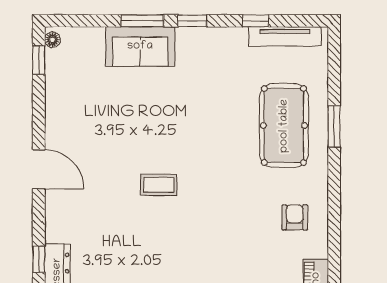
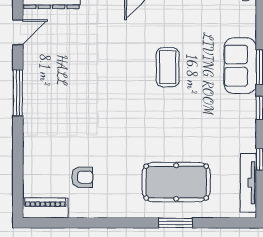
coffee table: (159, 185) -> (168, 67), moved, width x1.36, depth x1.30
armchair: (295, 217) -> (82, 177), moved

